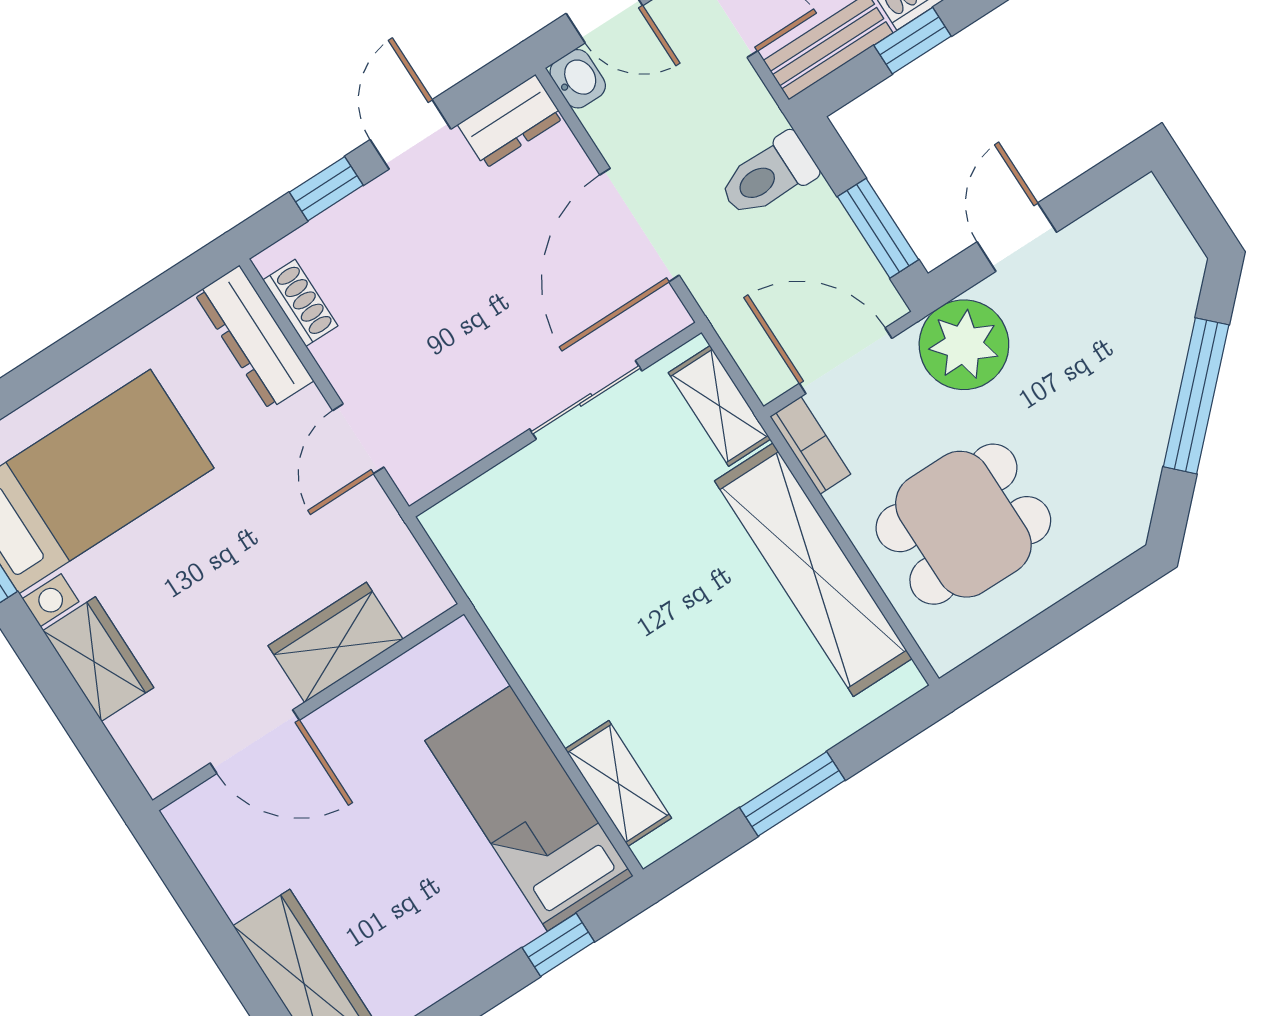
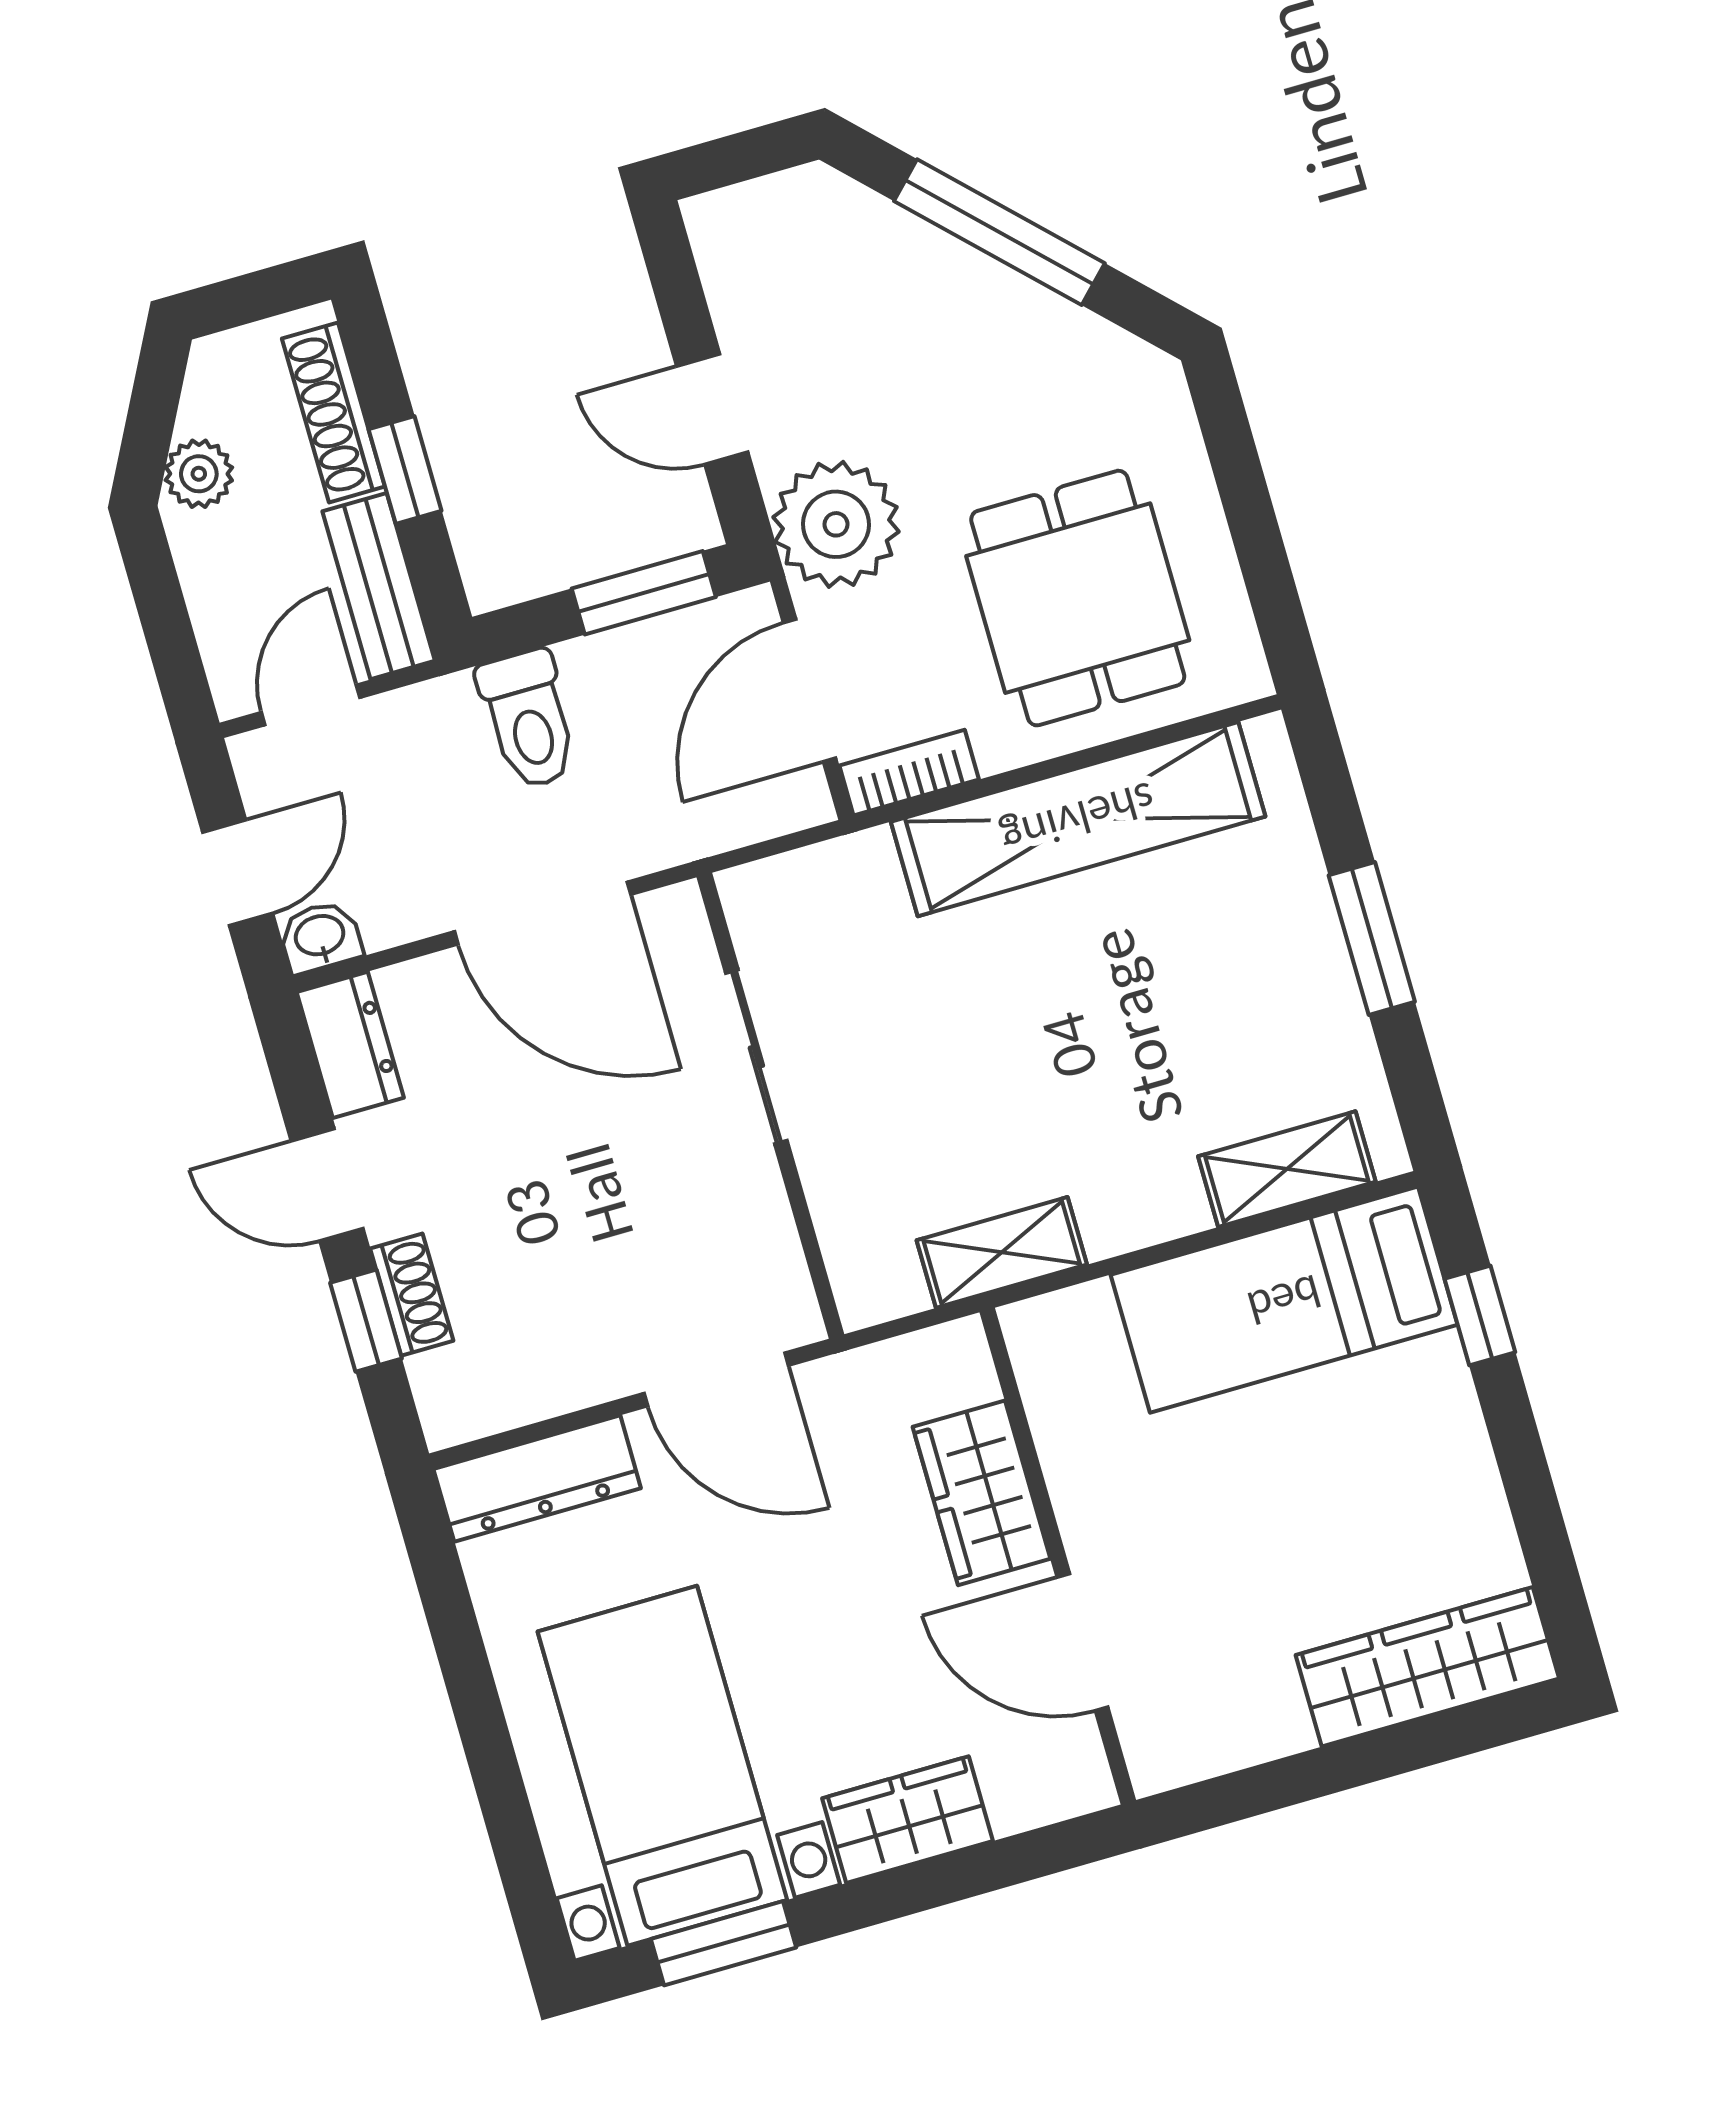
shoe rack: (300, 303) -> (412, 1295), moved, turned 90
shelving: (719, 406) -> (1002, 1252), moved
door: (358, 439) -> (716, 1379), width x1.38
door: (255, 742) -> (1082, 1642), swing flipped

